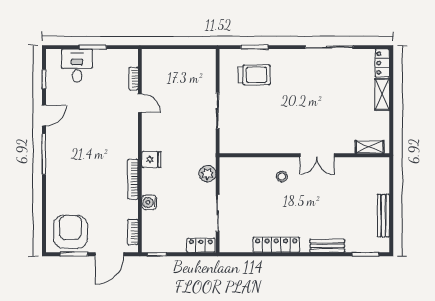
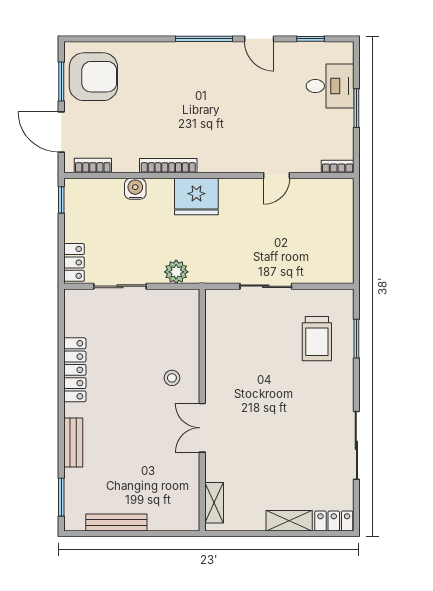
bookcase: (134, 79) -> (338, 166), moved
fridge: (151, 159) -> (196, 197), width x1.88, depth x1.34

